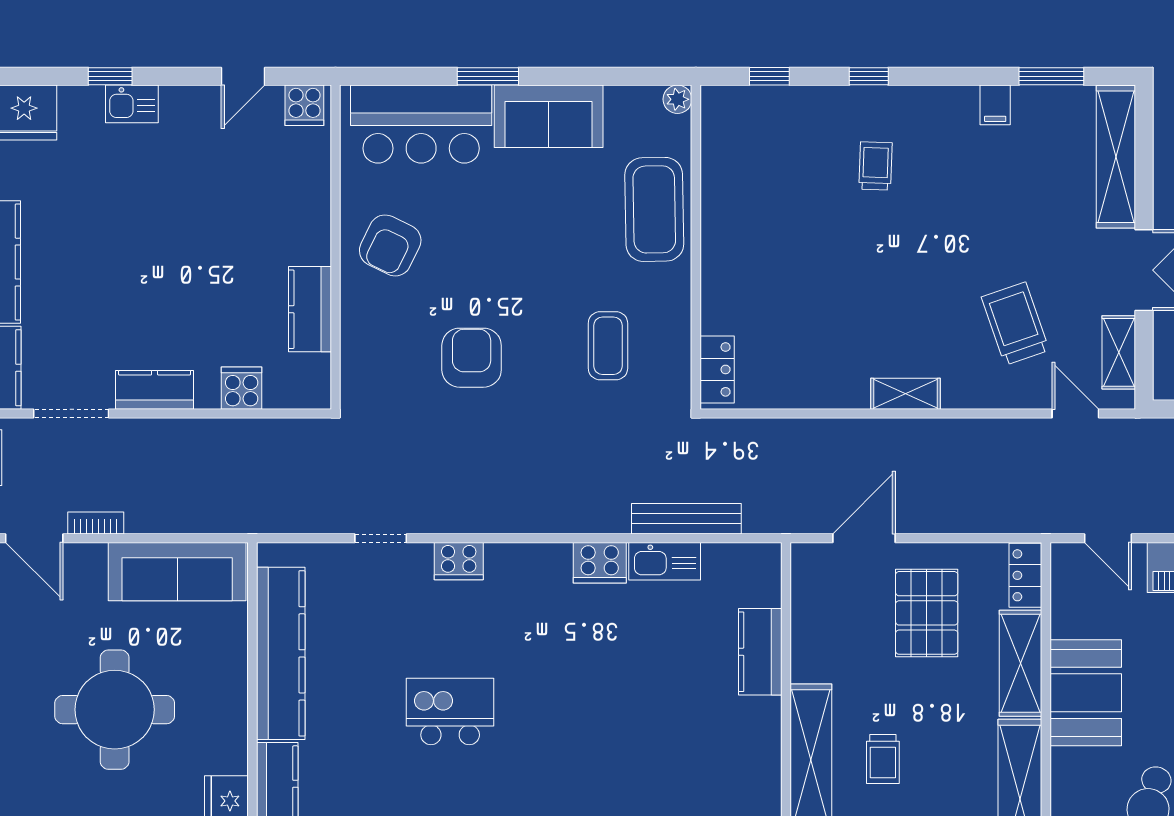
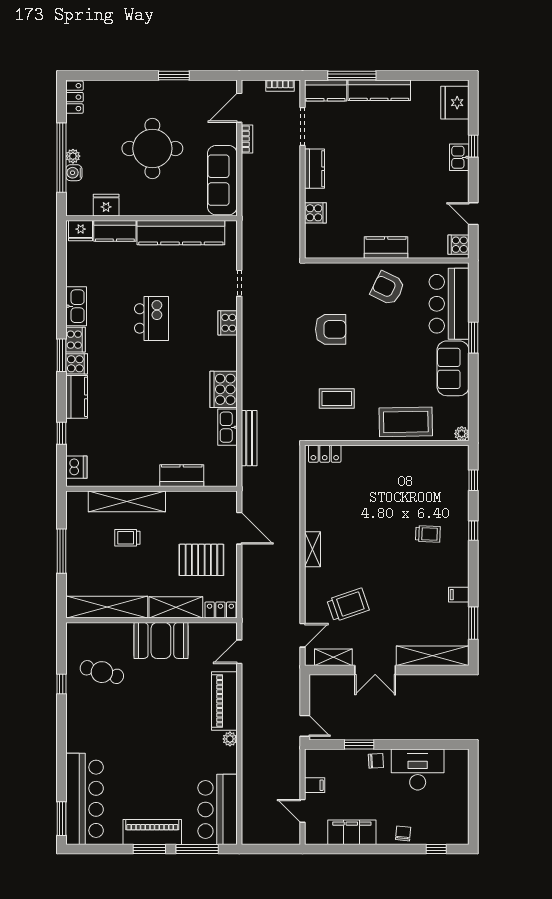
kitchen counter: (310, 309) -> (386, 247), moved
cooker: (600, 563) -> (224, 389), width x1.37, depth x1.31

